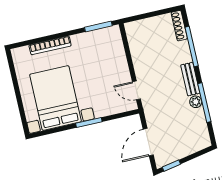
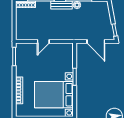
door: (136, 90) -> (43, 41), moved

